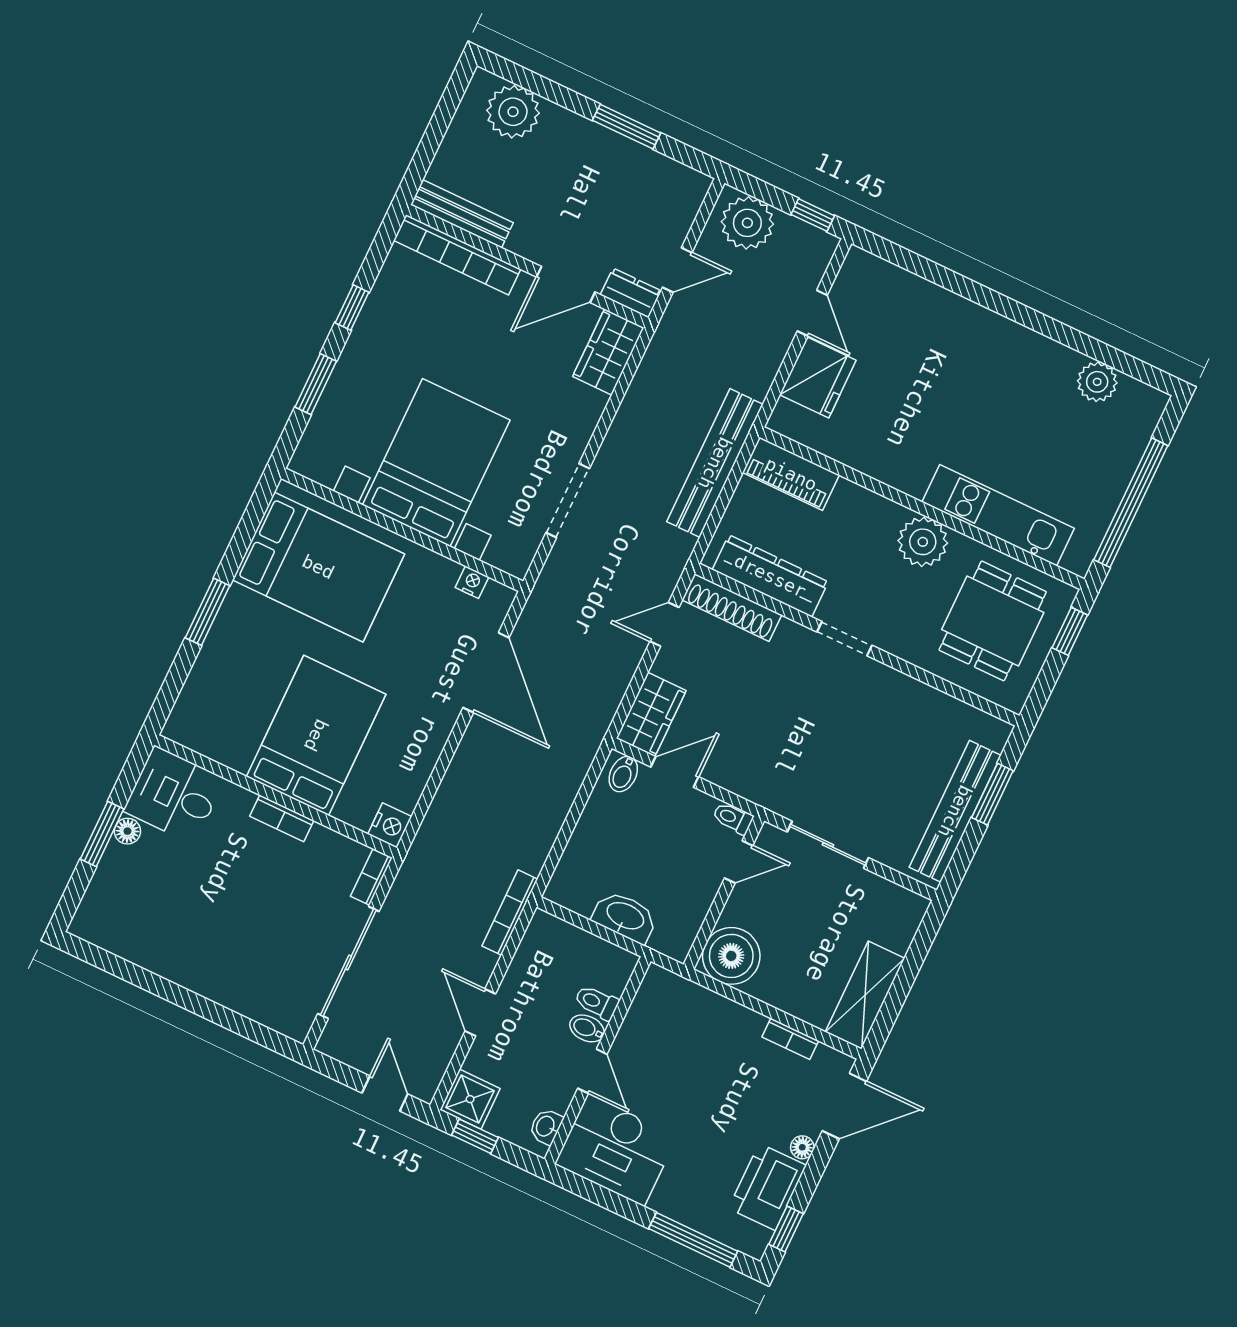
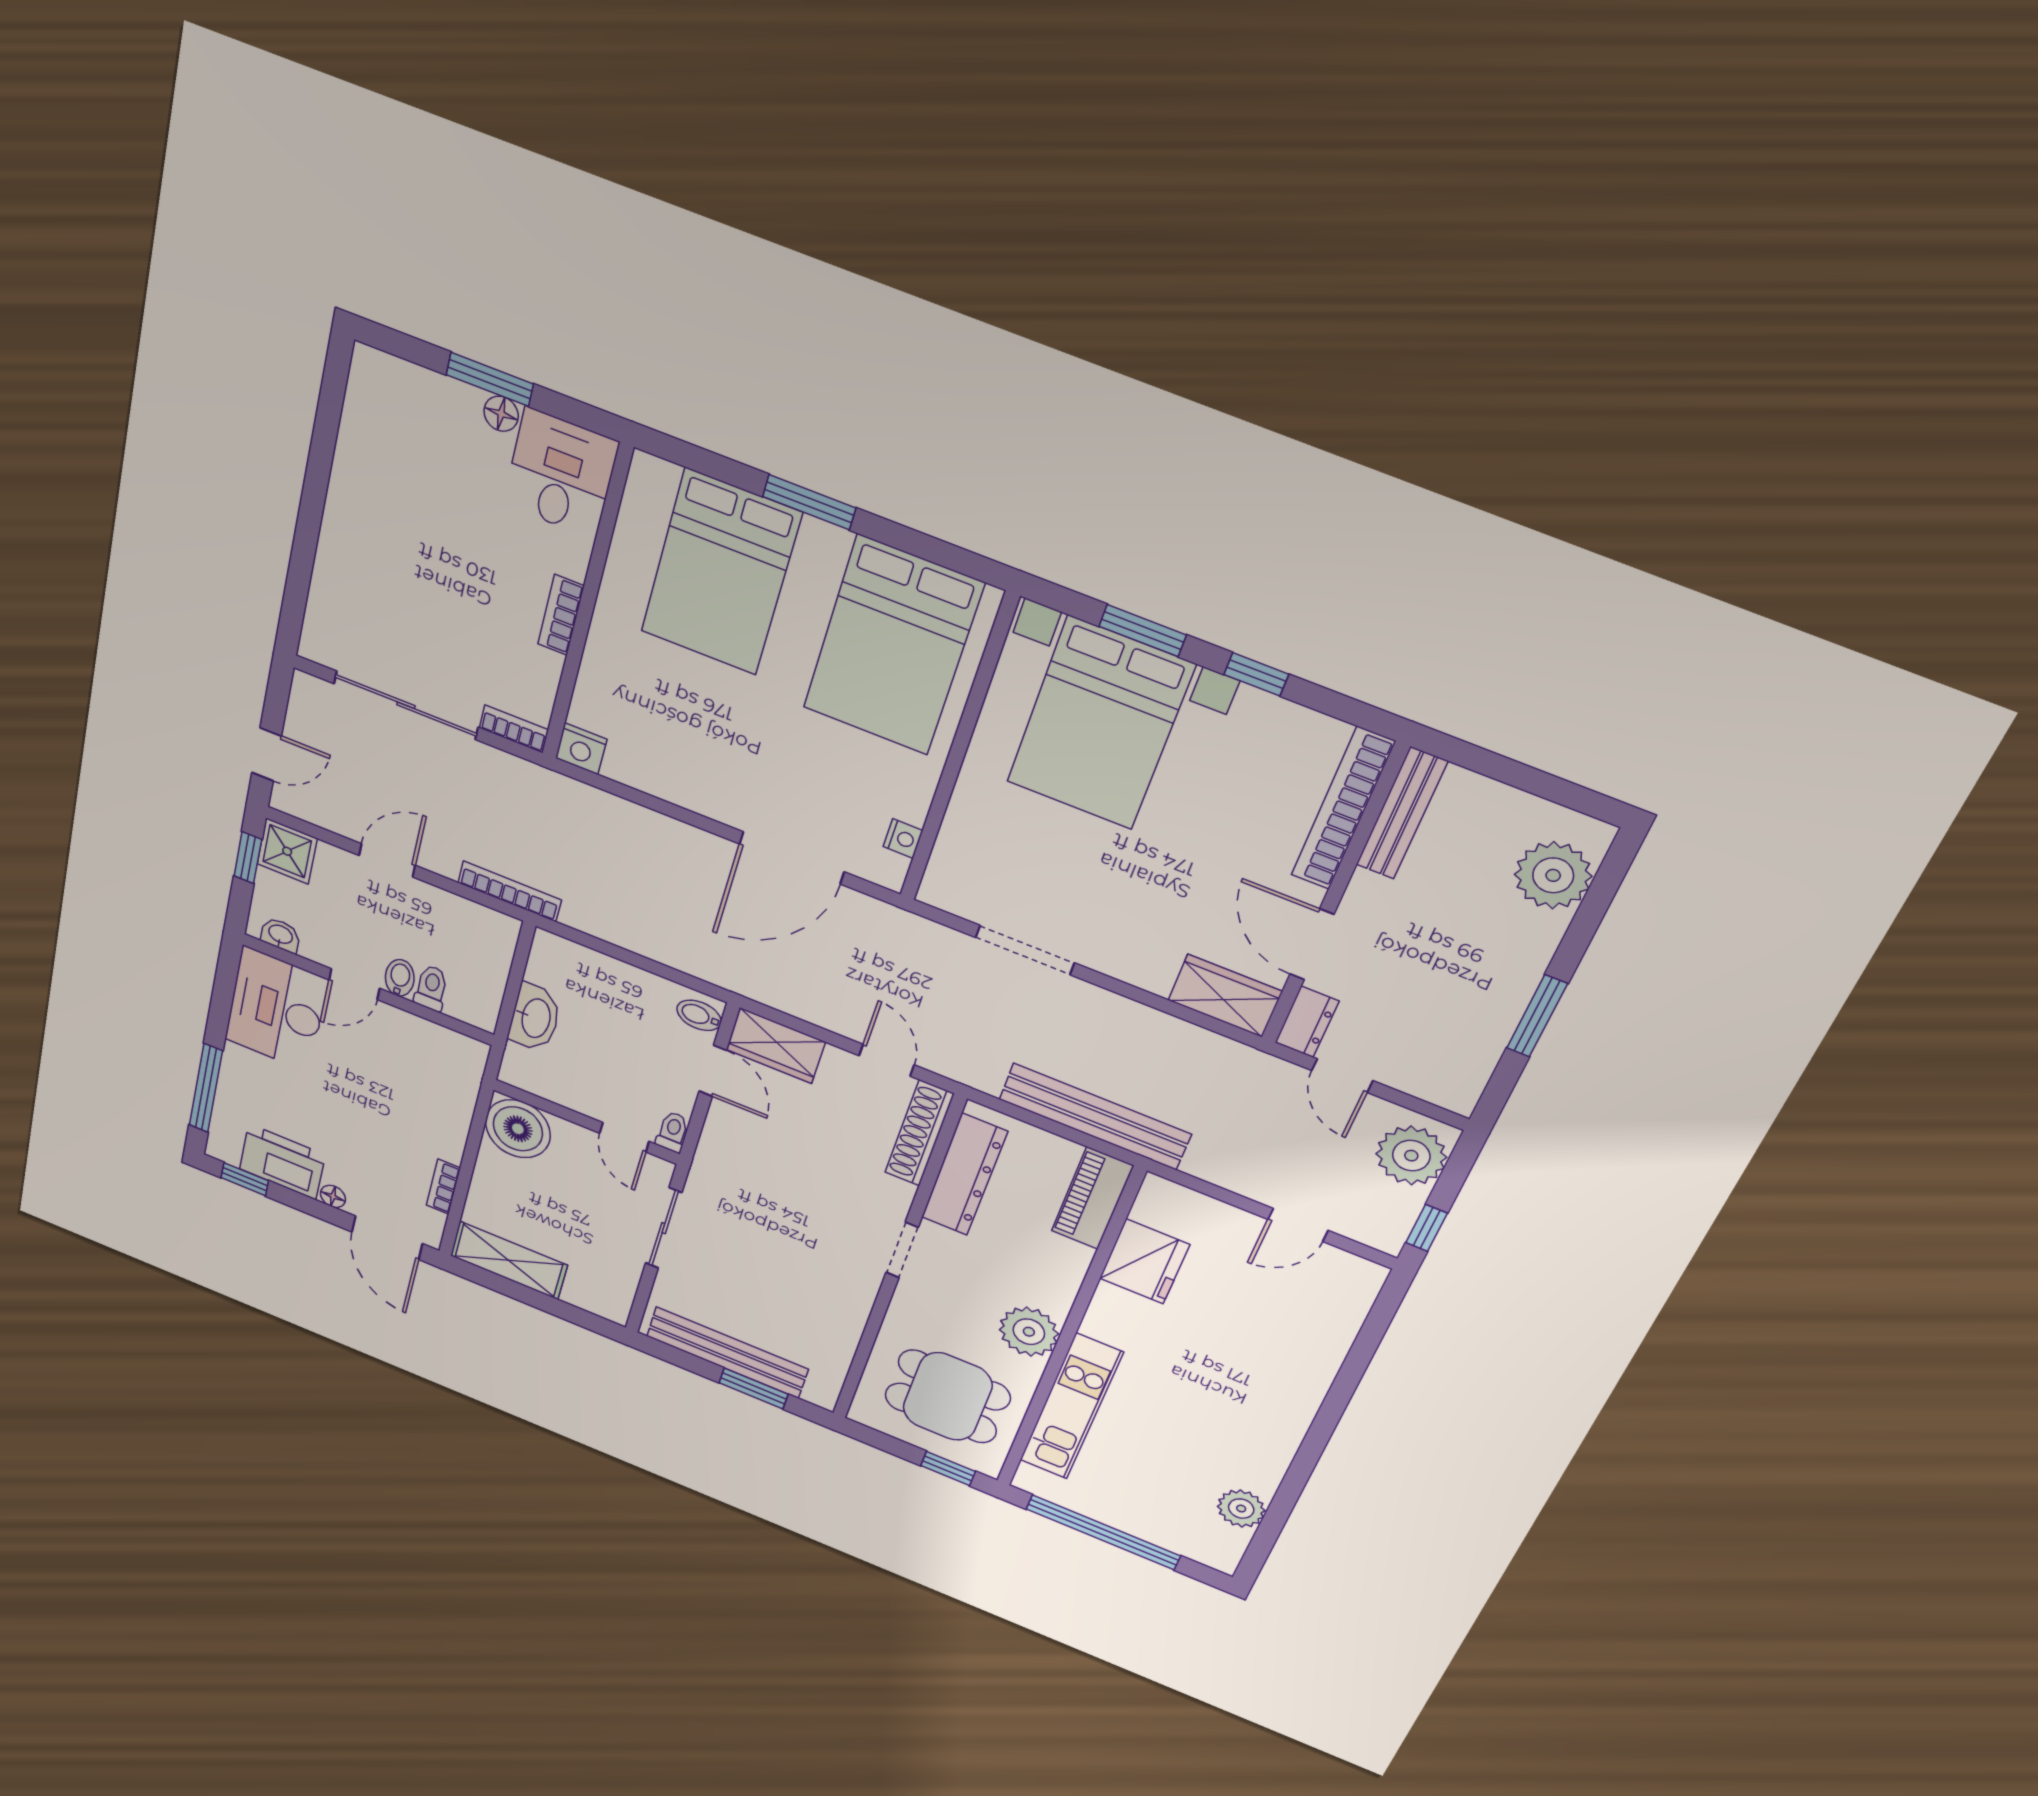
fridge: (818, 377) -> (1145, 1261), moved, turned -90
bed with nightstands: (436, 462) -> (1100, 724), moved, turned 90
bed: (316, 735) -> (721, 573), moved, turned 90

